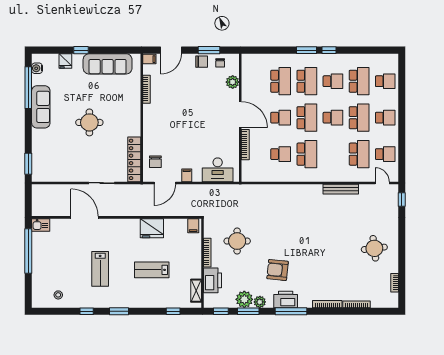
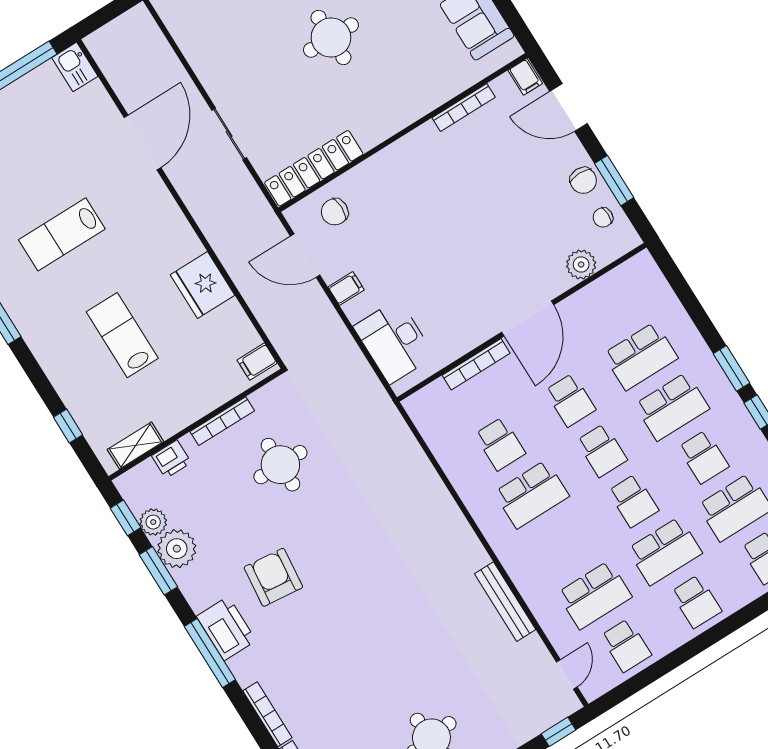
school desk: (307, 118) -> (602, 450), width x0.54
printer: (213, 280) -> (171, 459), width x0.53, depth x0.68
plant: (260, 302) -> (153, 522), moved

